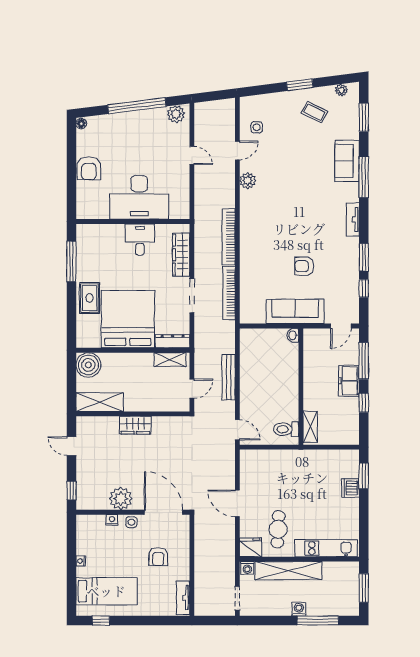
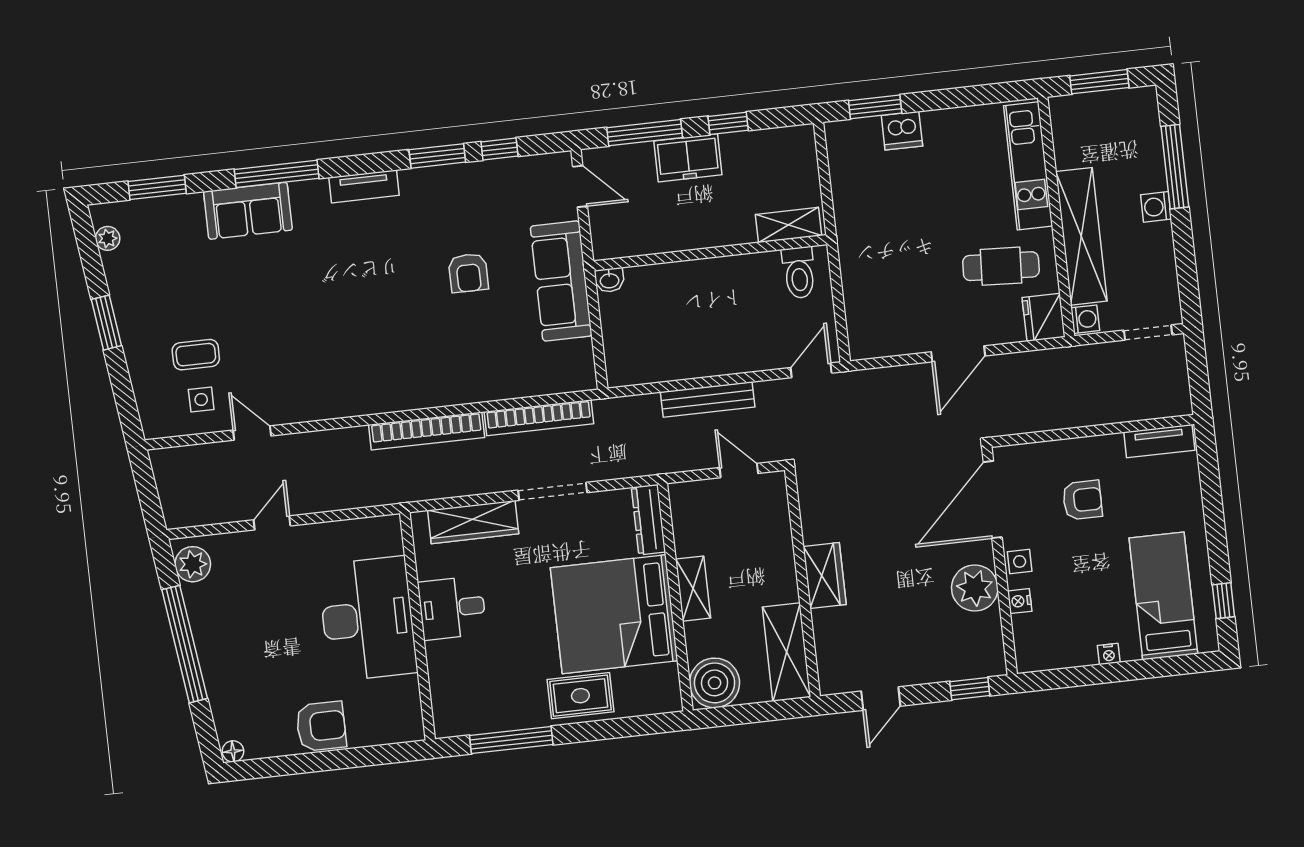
coffee table: (314, 112) -> (196, 355), moved, turned 63
plant: (248, 181) -> (310, 406), removed
shelving: (170, 360) -> (693, 589), moved

